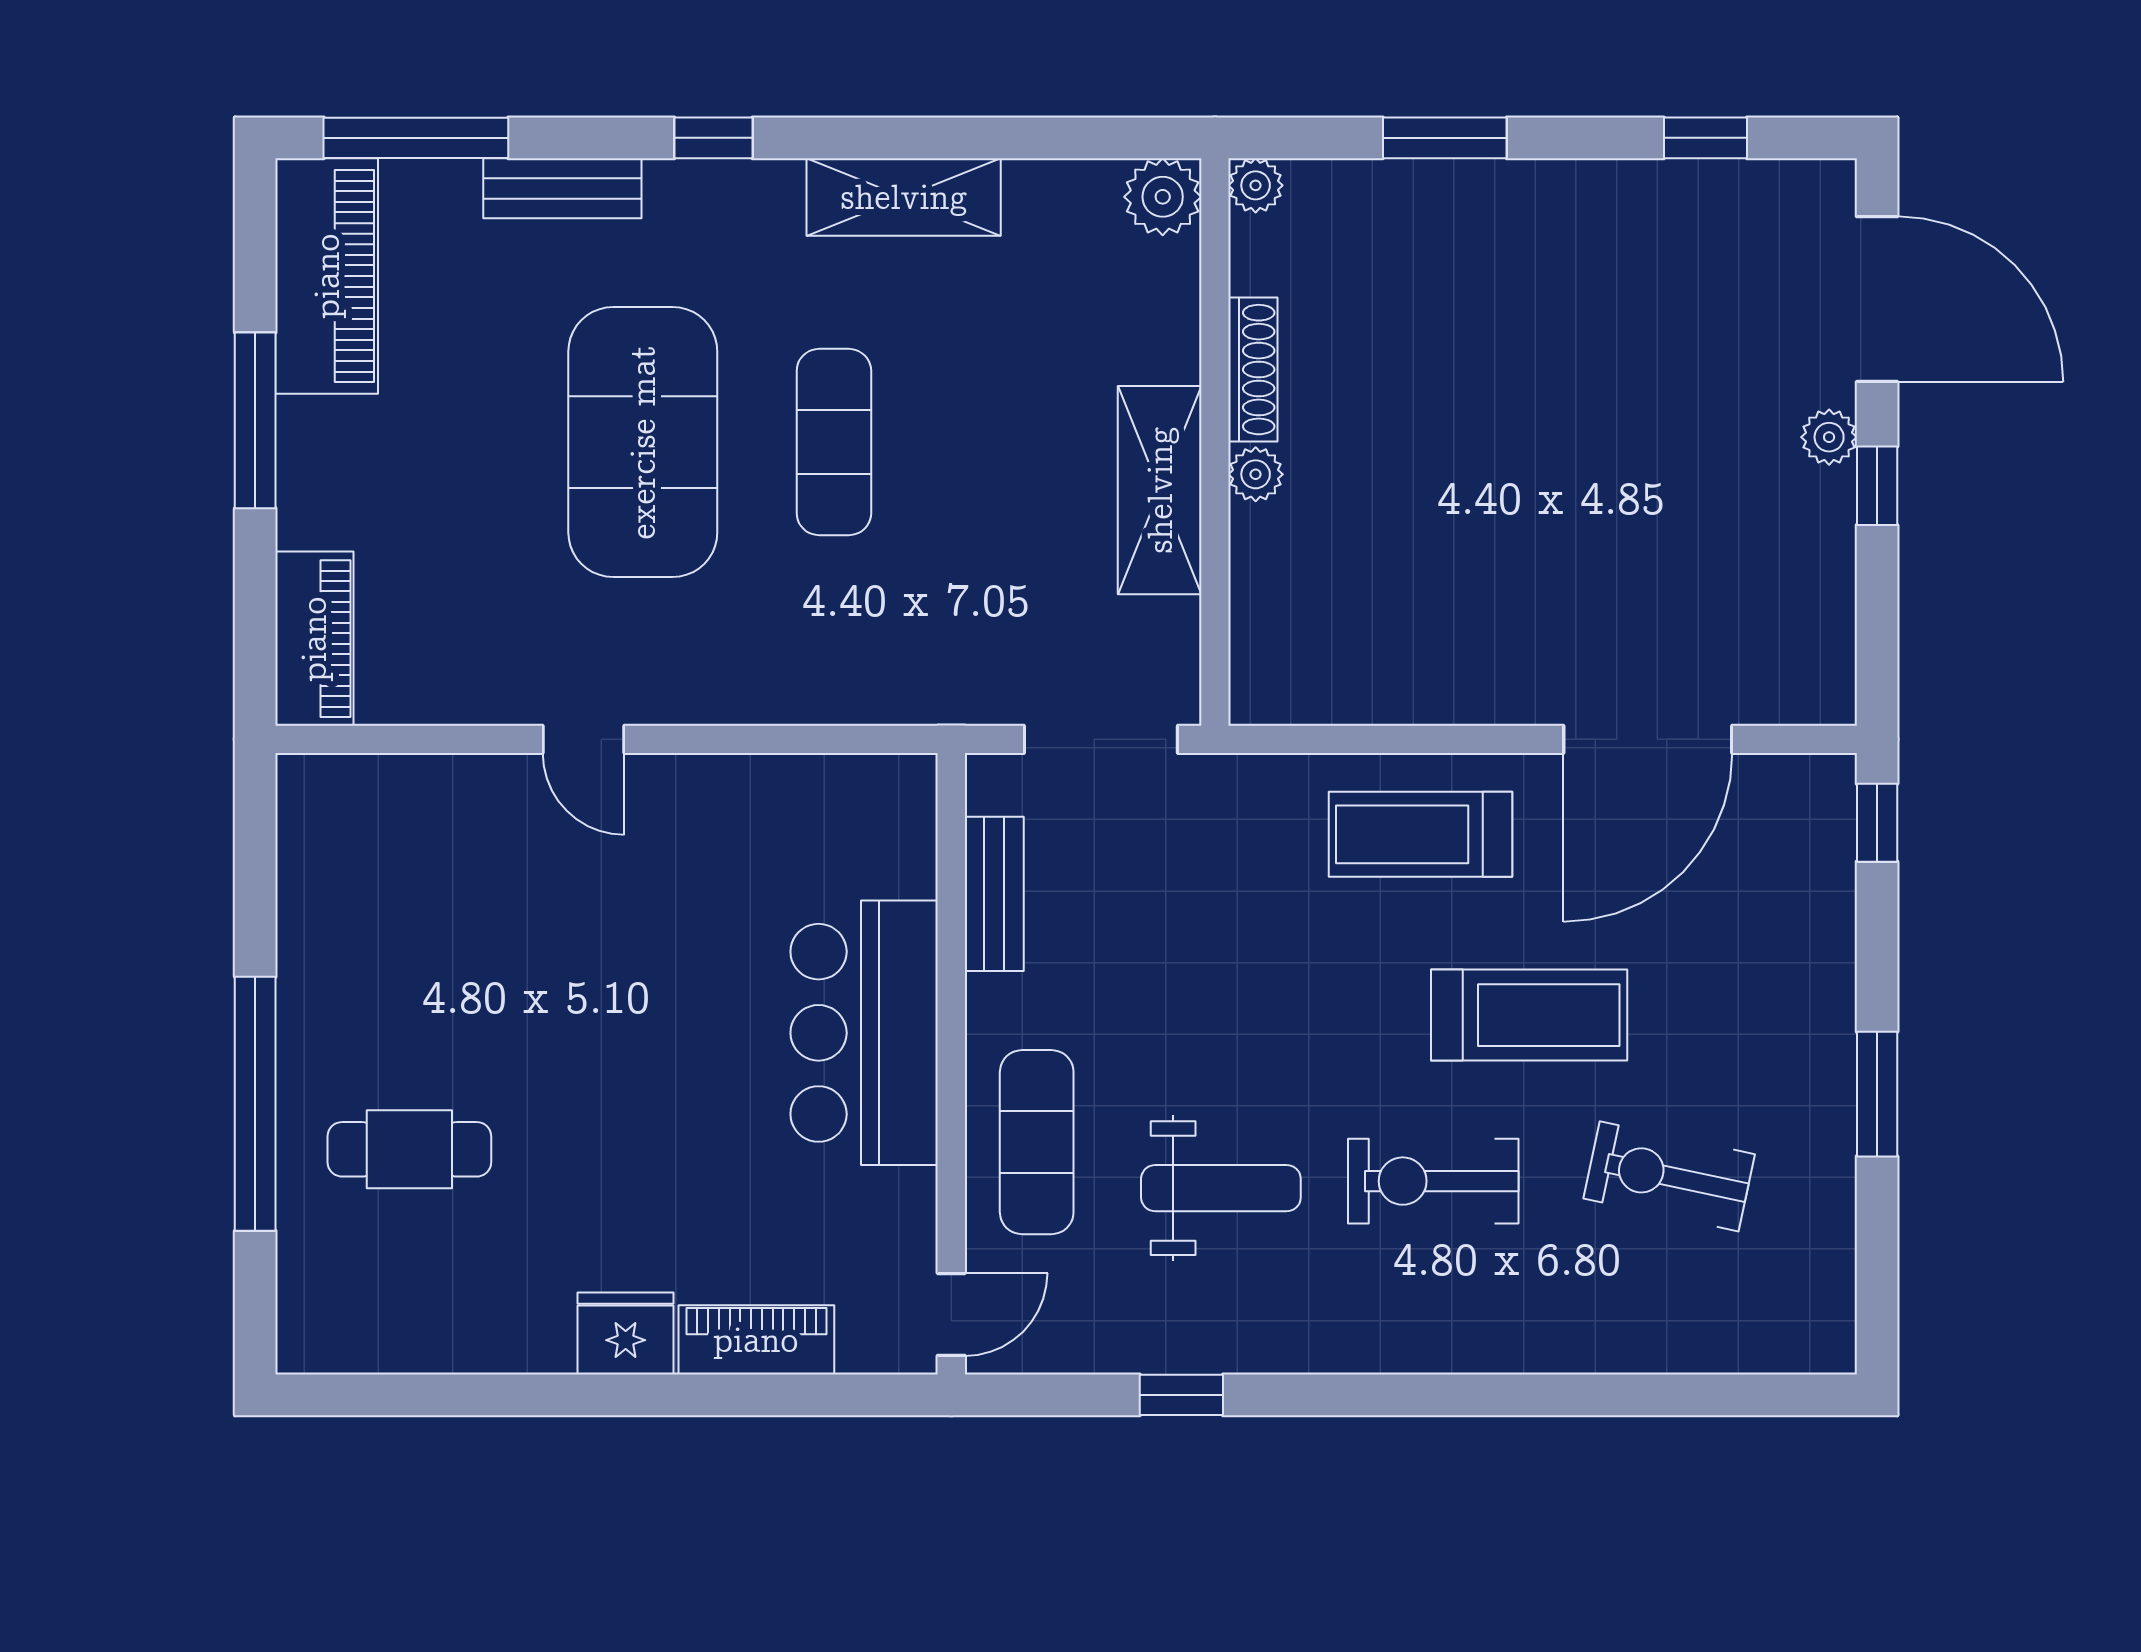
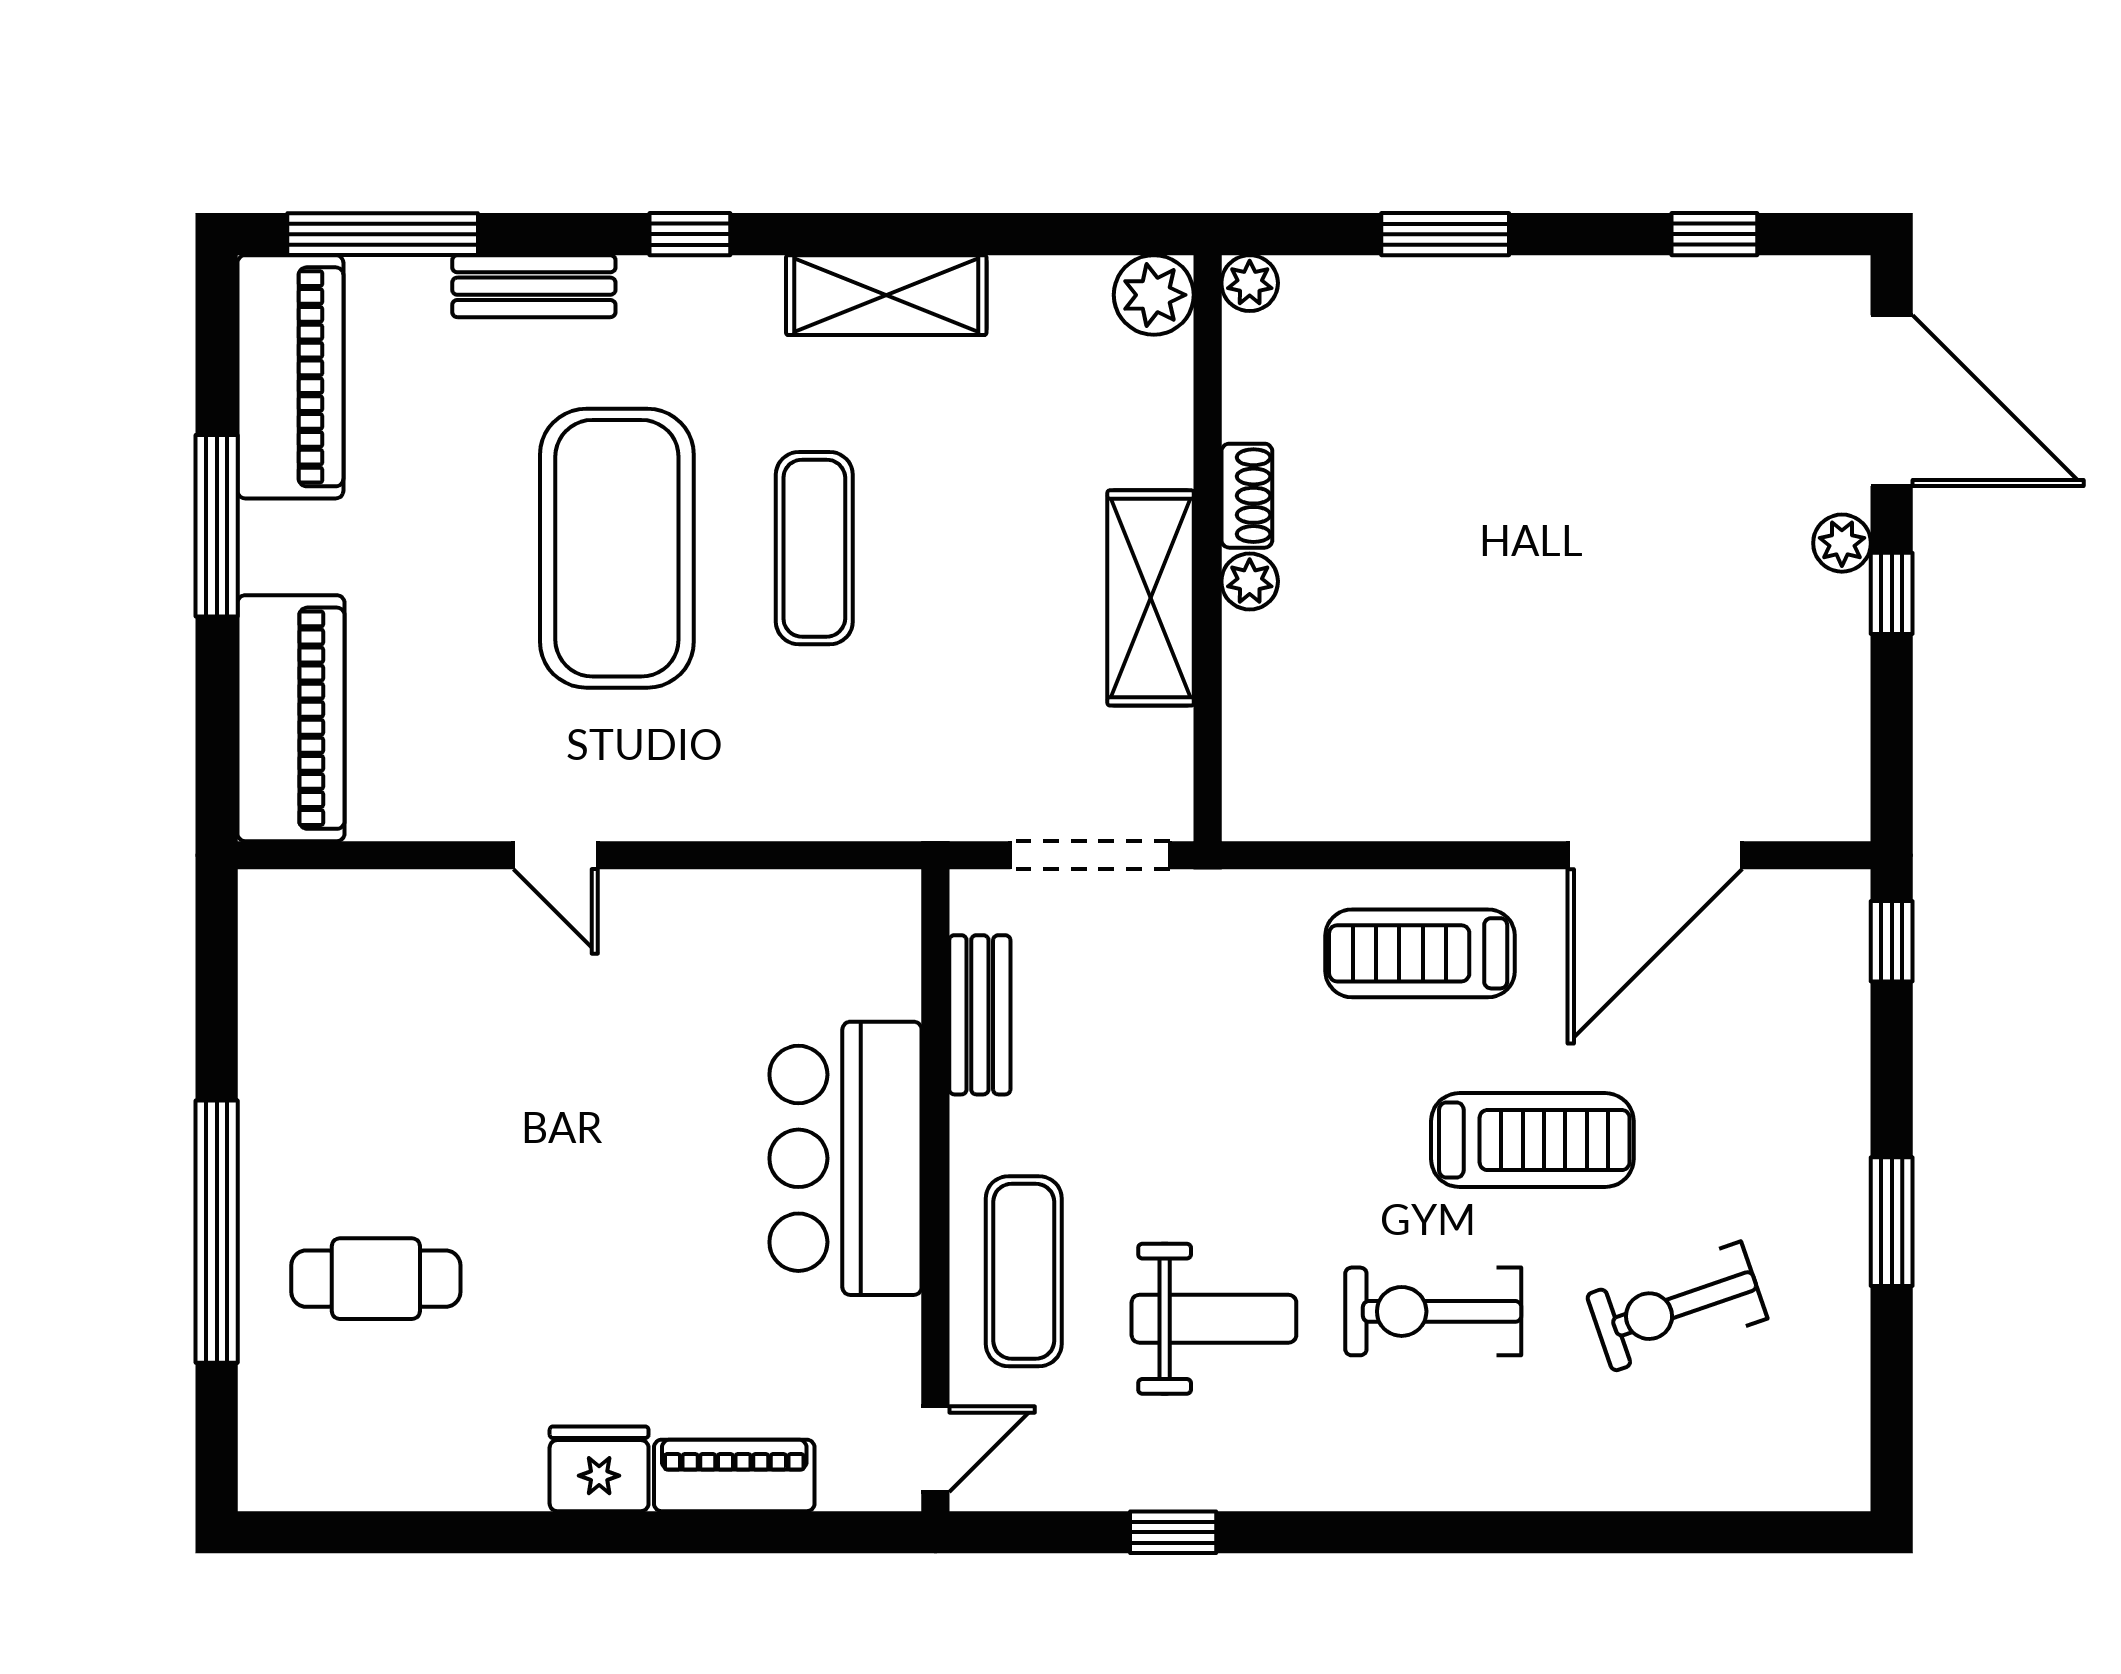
shoe rack: (1253, 370) -> (1247, 496), width x0.70
piano: (314, 639) -> (291, 718), width x1.37, depth x1.33
exercise bike: (1669, 1176) -> (1677, 1307), turned -31

